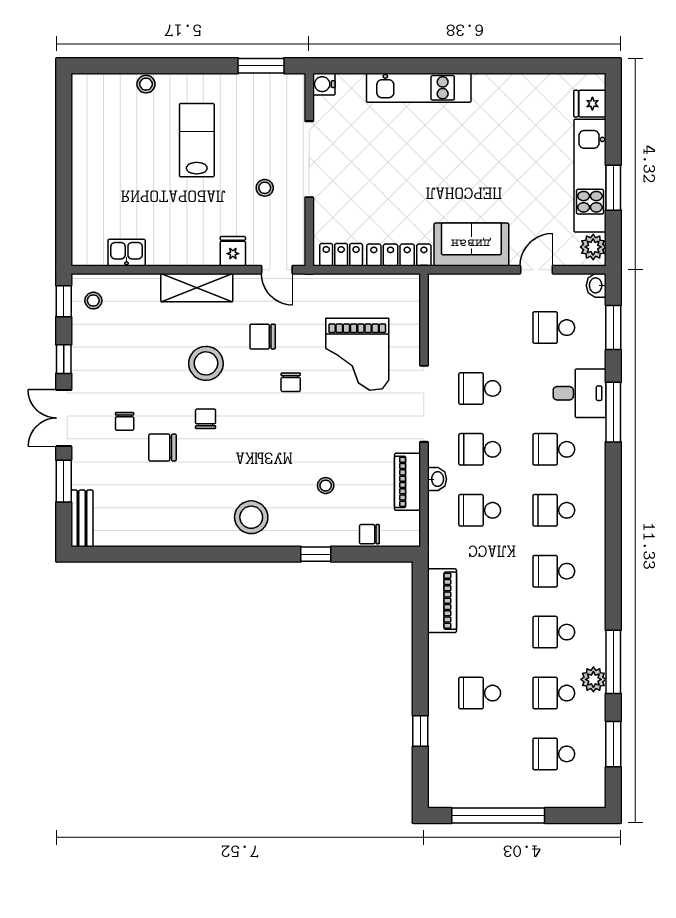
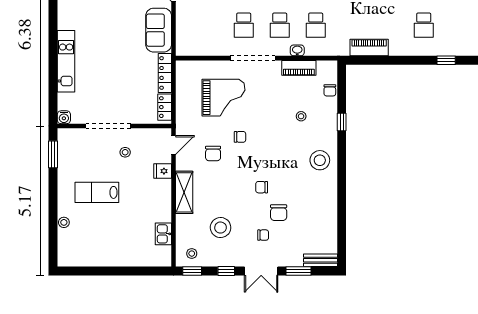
stool: (206, 363) -> (221, 228), moved

